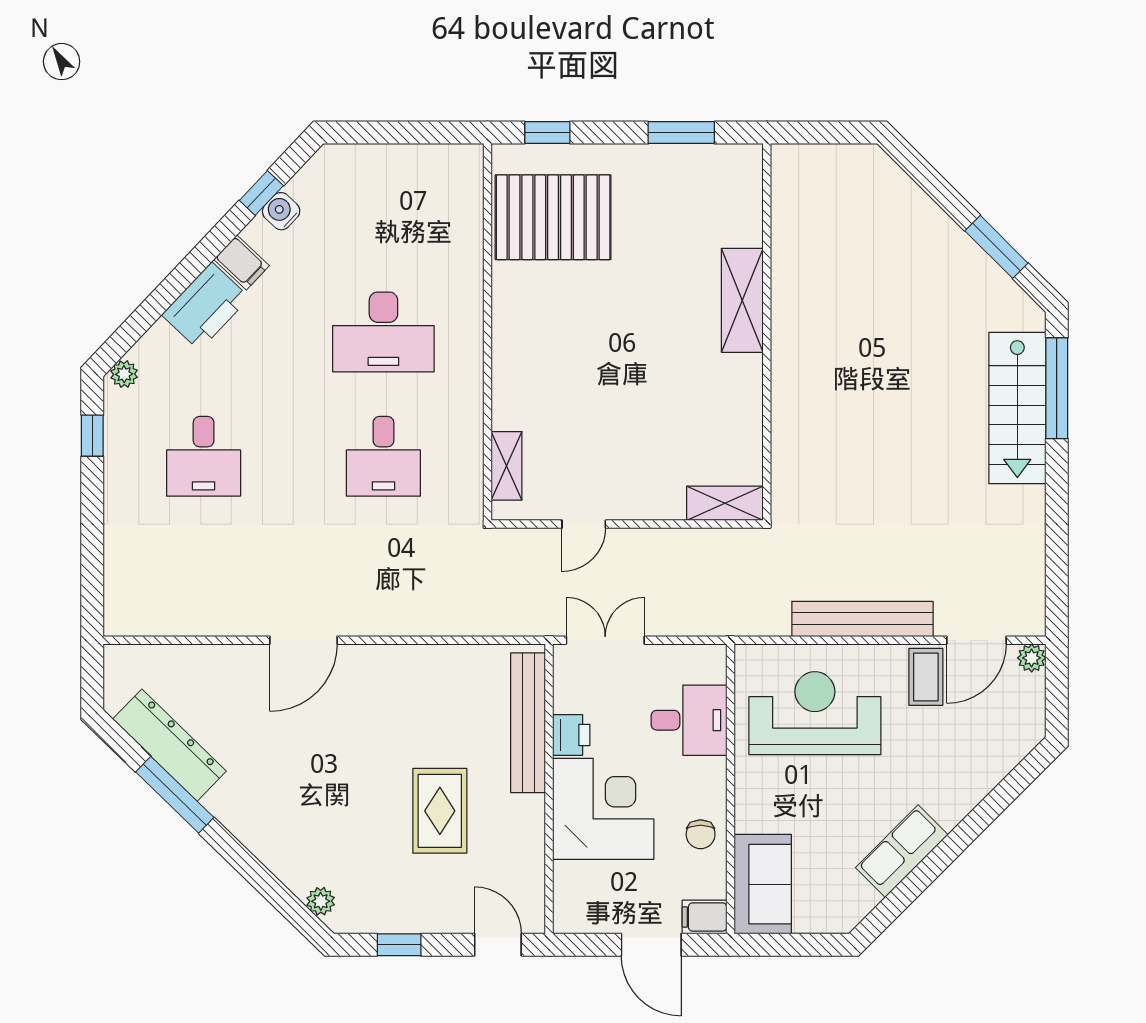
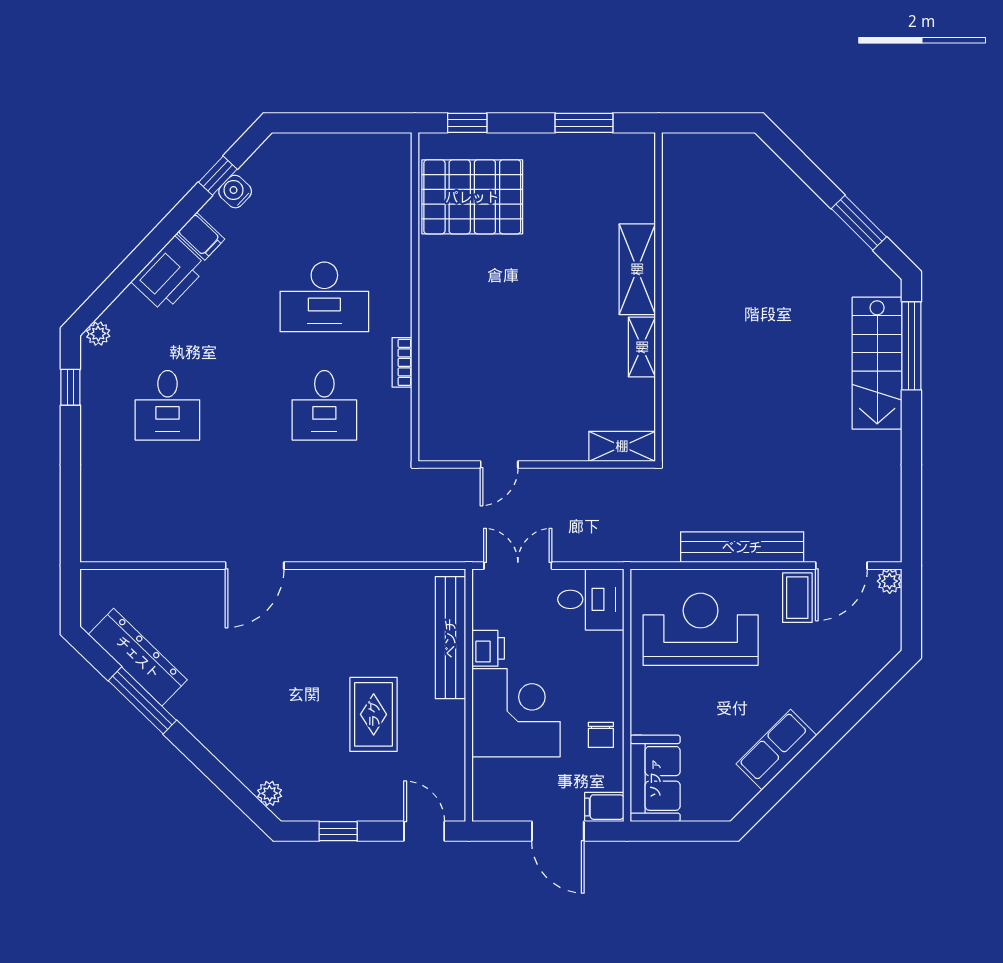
bookcase: (472, 407) -> (402, 362), added
shelving: (507, 466) -> (642, 347), moved
desk: (689, 720) -> (591, 599), moved

